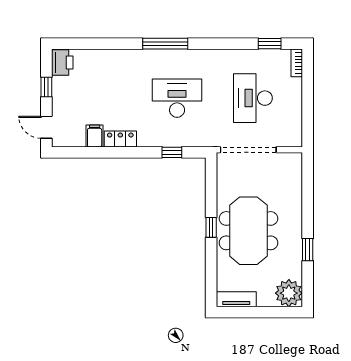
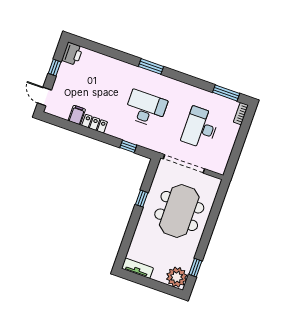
window: (165, 44) -> (151, 66), width x0.69
window: (270, 44) -> (226, 93), width x1.50
window: (211, 227) -> (142, 199), moved
meeting table: (248, 231) -> (179, 211), moved
window: (308, 250) -> (195, 268), moved

